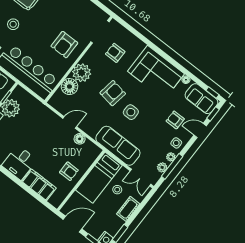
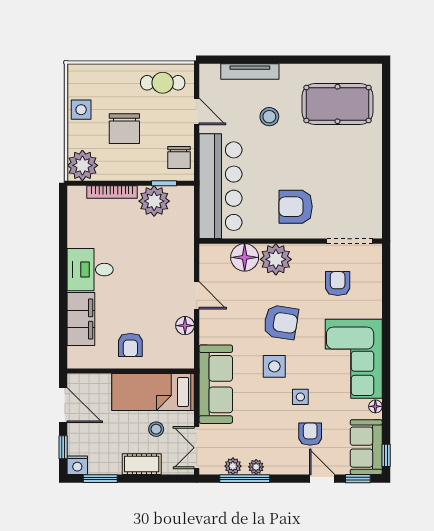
side table: (176, 143) -> (300, 397), moved

